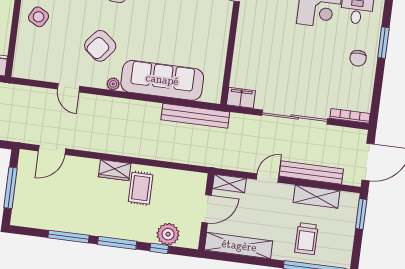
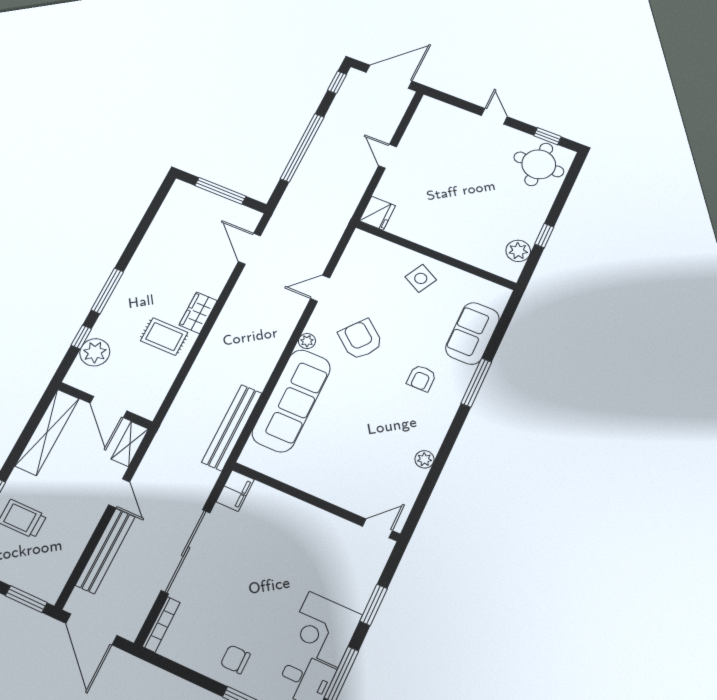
shelving: (317, 197) -> (71, 548), removed
window: (68, 237) -> (137, 238), removed

